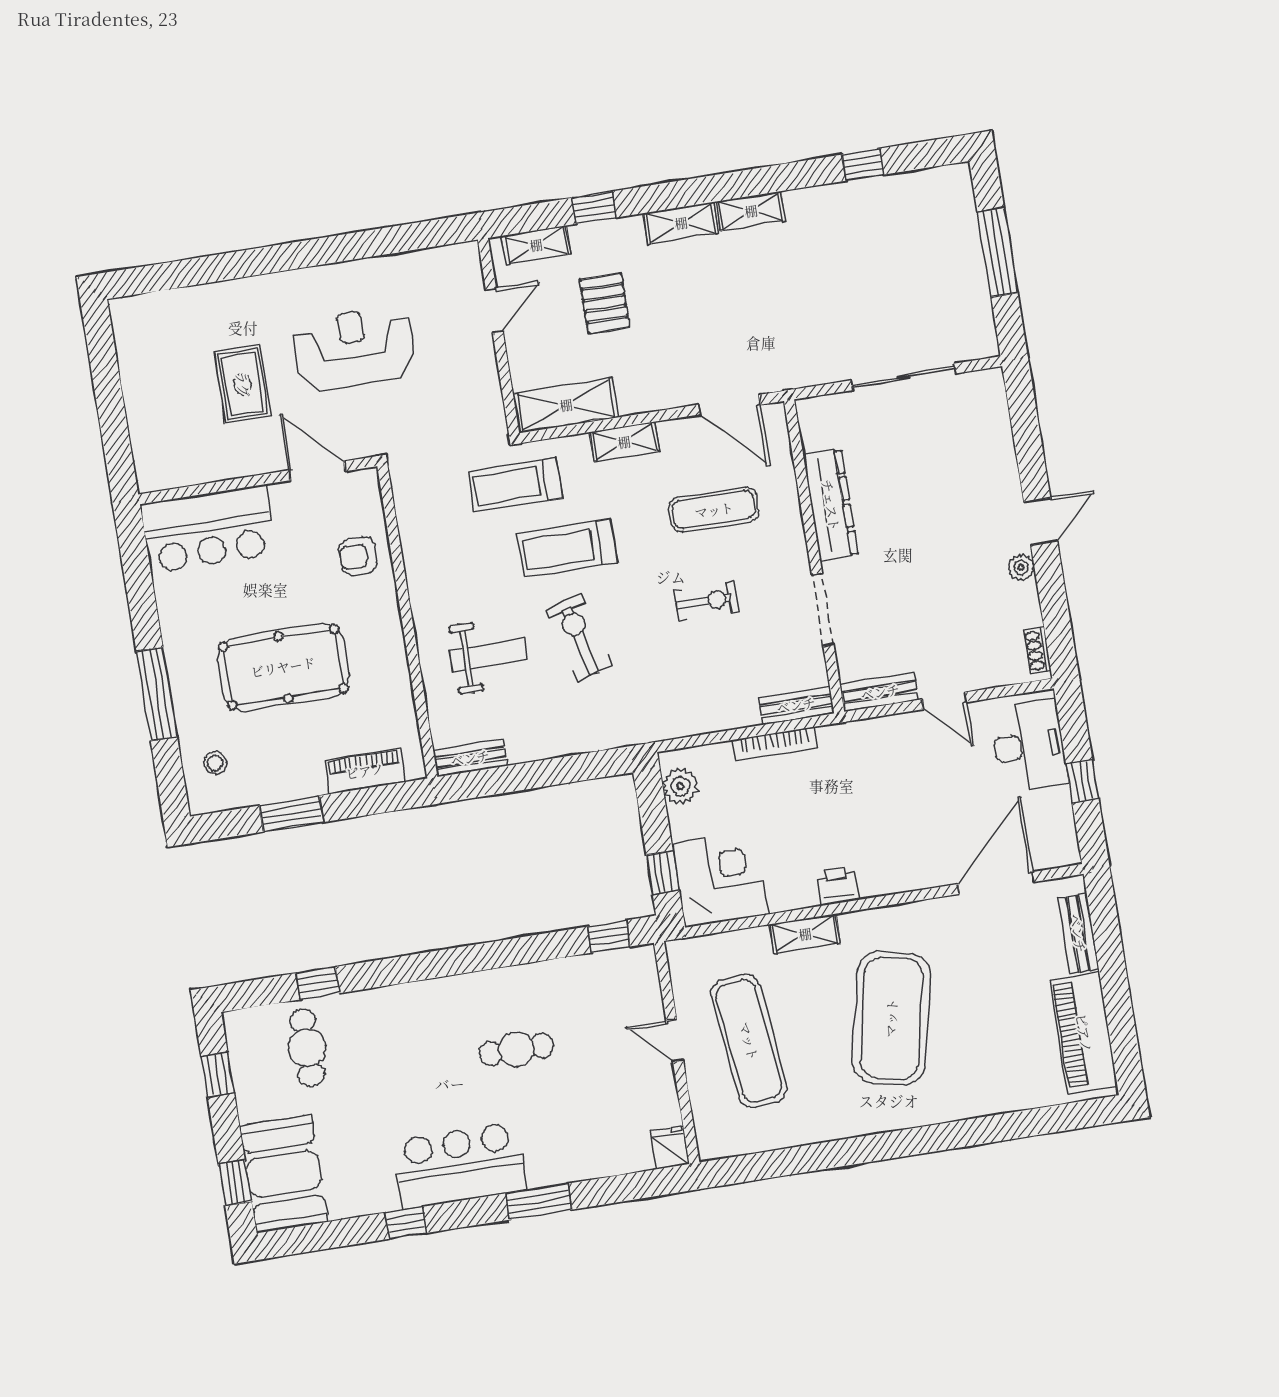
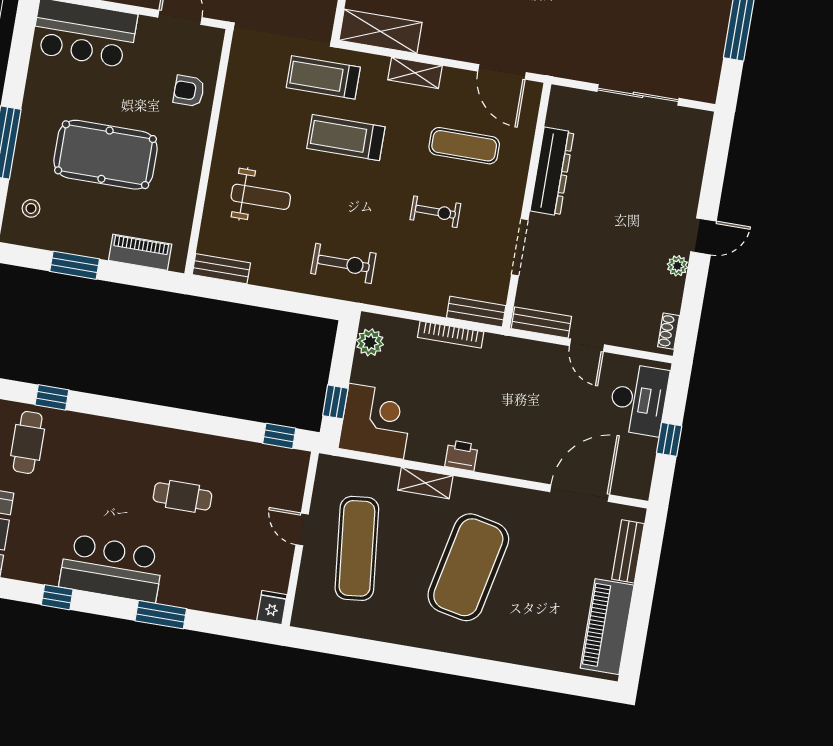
exercise bike: (579, 637) -> (343, 263), moved, turned 104

